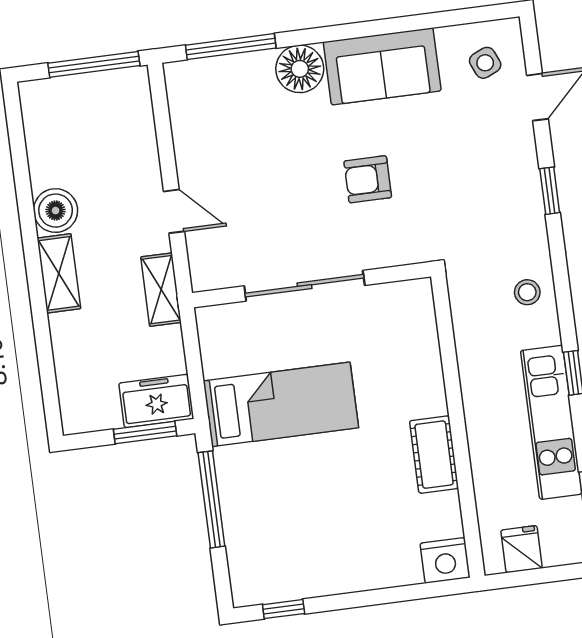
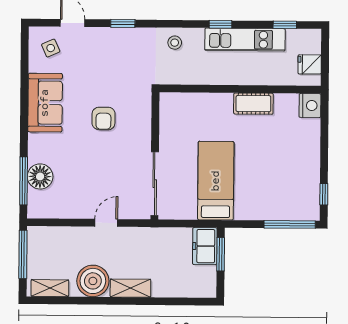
floor lamp: (300, 69) -> (40, 176), moved
boiler: (56, 211) -> (93, 281), width x1.37, depth x1.37
sliding door: (304, 286) -> (155, 184), moved
shelving: (161, 290) -> (50, 288), moved
window: (211, 499) -> (290, 224), moved

